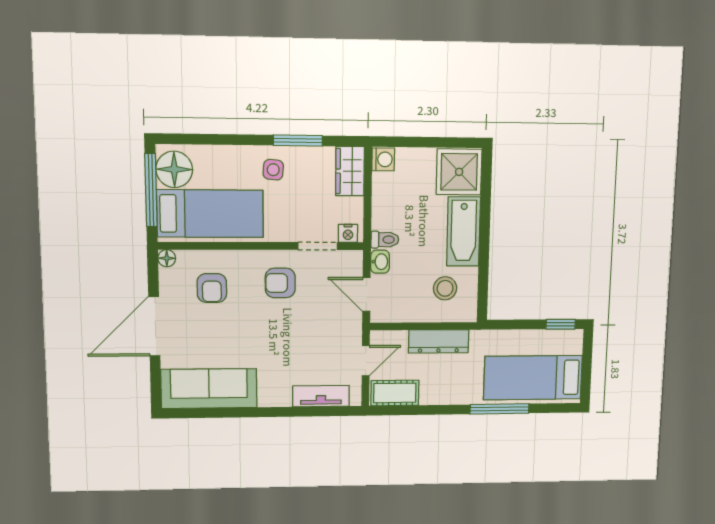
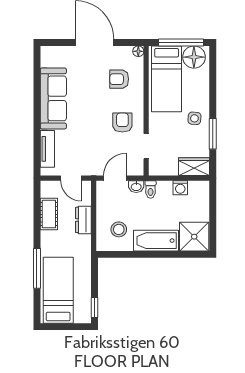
washing machine: (383, 159) -> (180, 188), moved
nightstand: (348, 233) -> (154, 166), removed
dresser: (439, 341) -> (83, 220), width x0.70
sofa: (209, 389) -> (53, 98), moved
cot: (395, 393) -> (49, 214), moved

